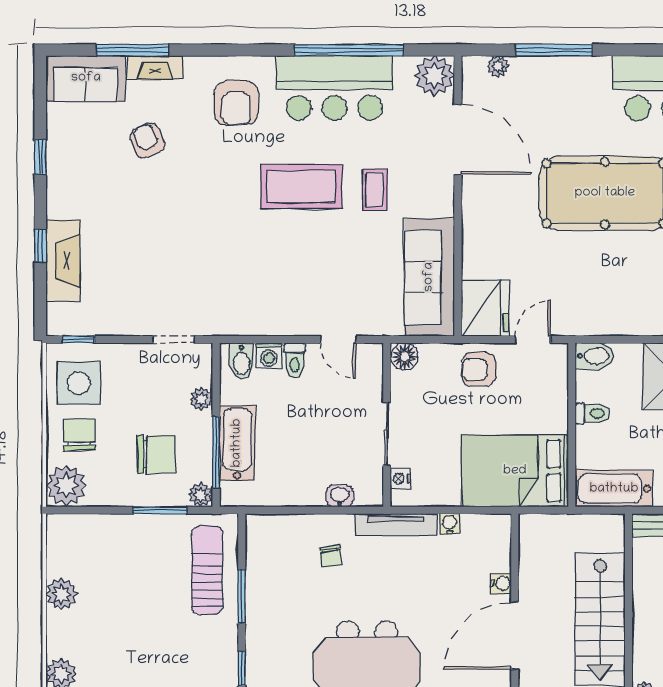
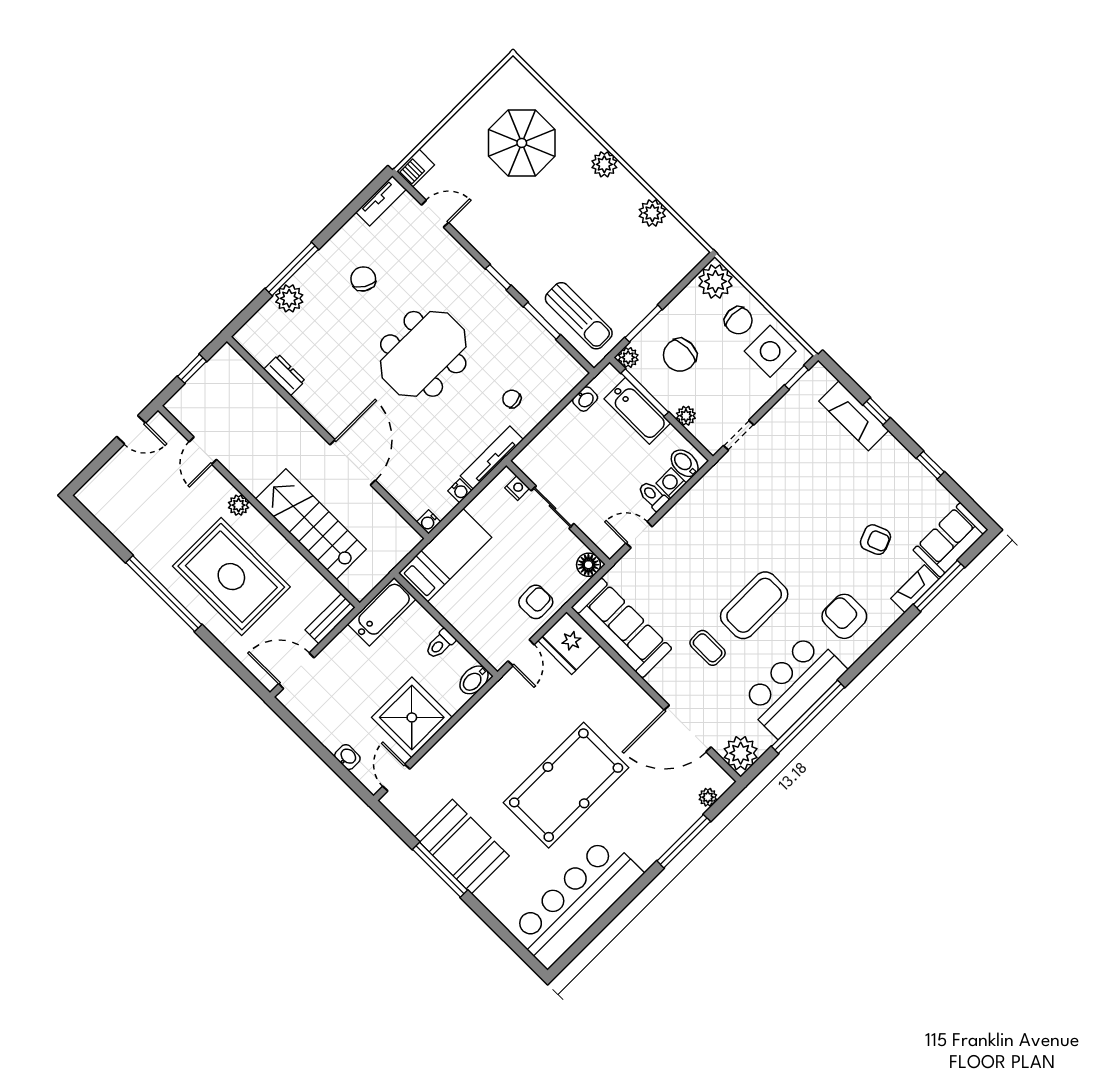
bed: (515, 471) -> (445, 555), width x0.67
washbasin: (340, 496) -> (585, 399), moved
water cooler: (501, 584) -> (429, 522), moved

